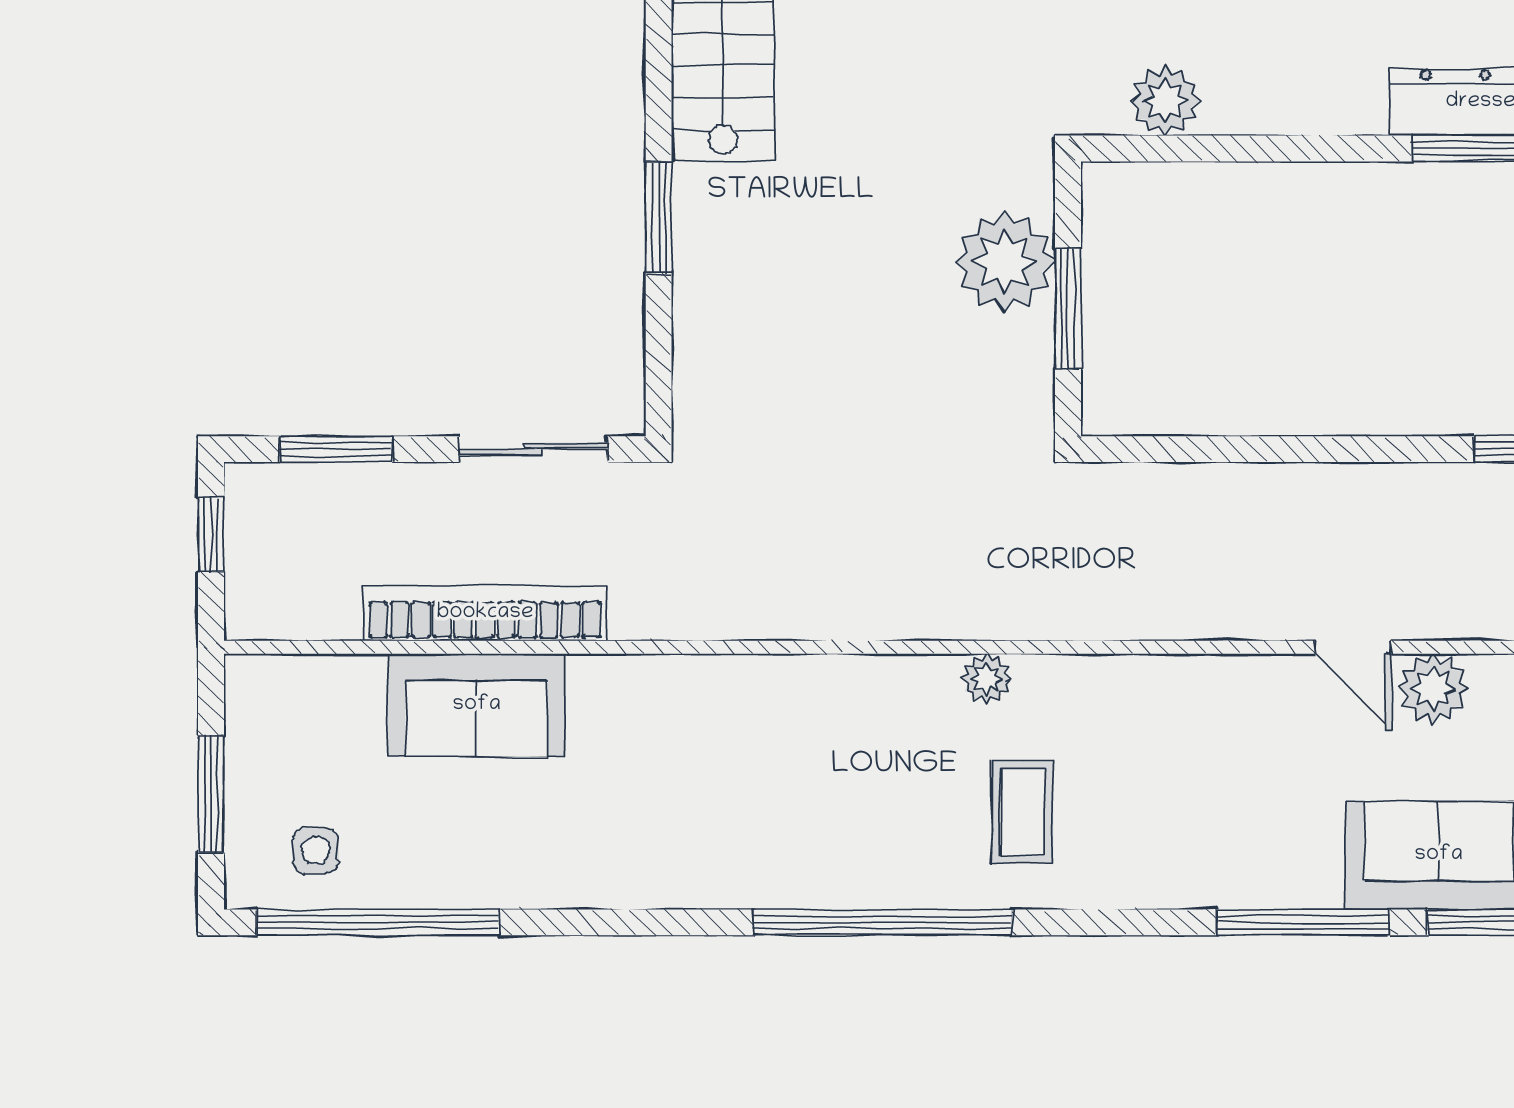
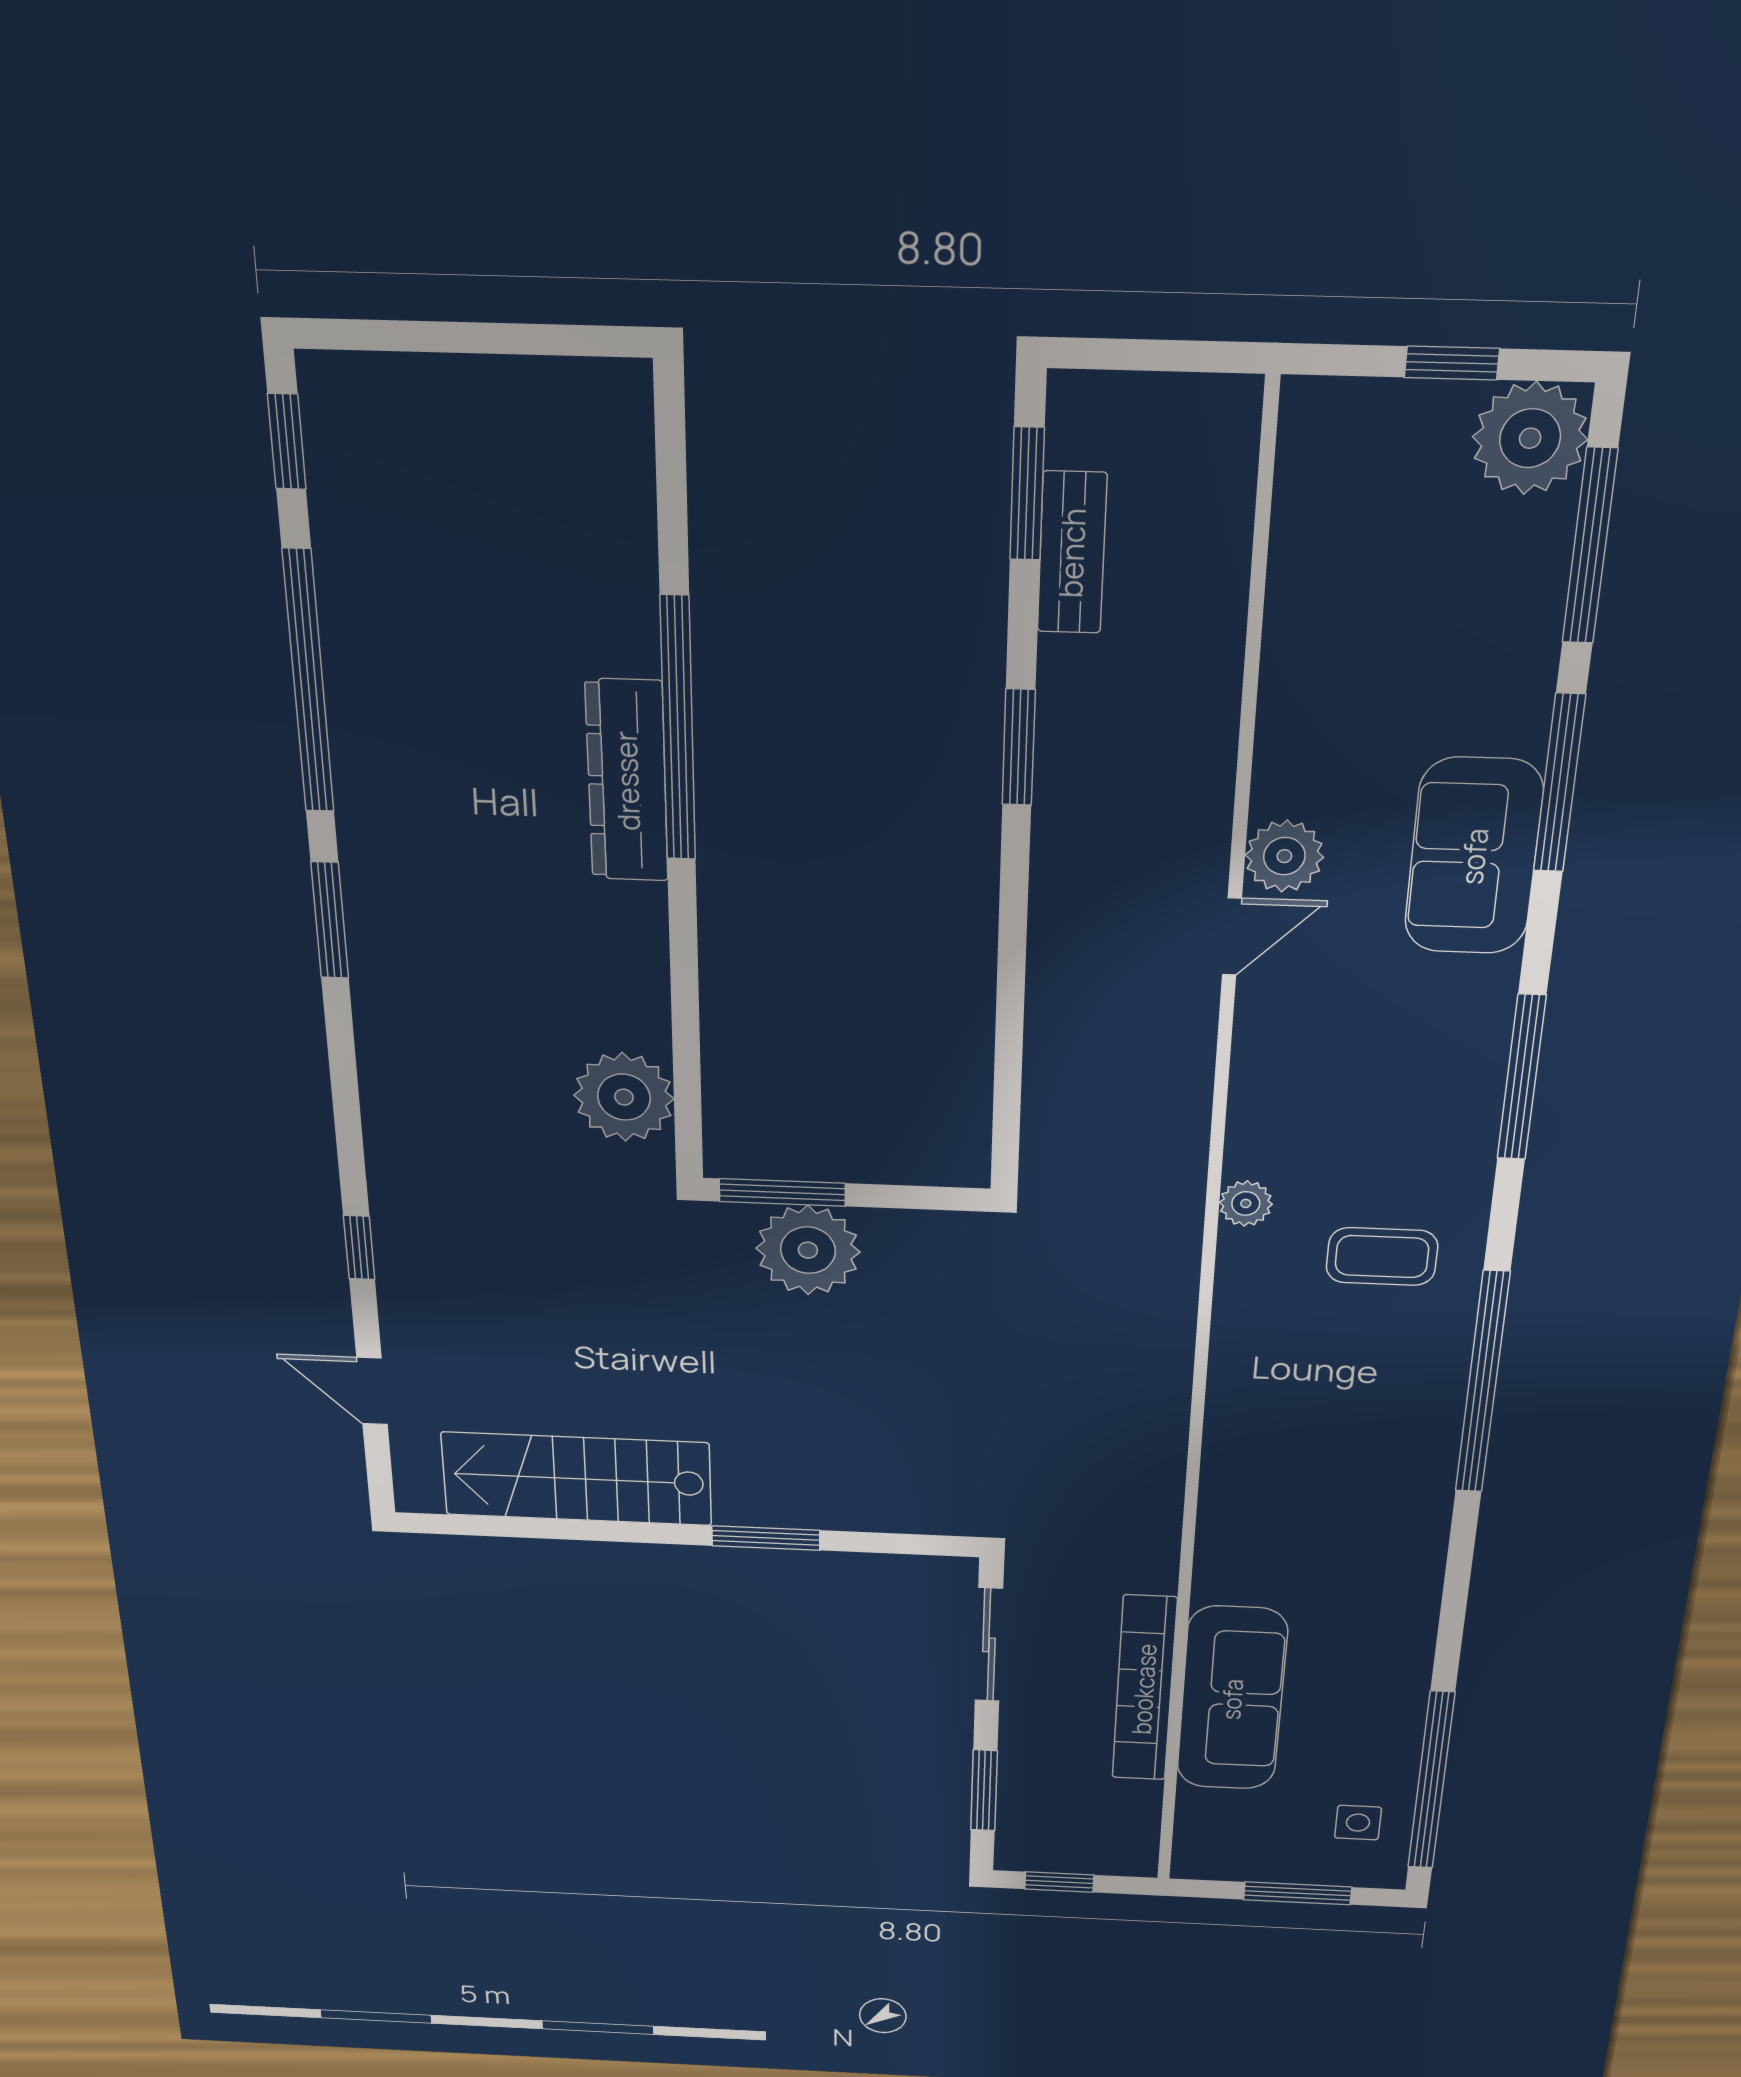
plant: (1165, 101) -> (624, 1097), width x1.36, depth x1.36
window: (1068, 309) -> (782, 1192), moved
plant: (987, 679) -> (1246, 1203), moved
sofa: (477, 705) -> (1232, 1699), width x1.36
window: (1303, 922) -> (1522, 1078), moved

